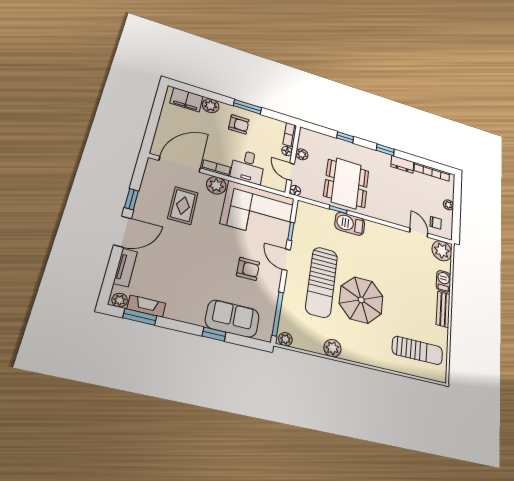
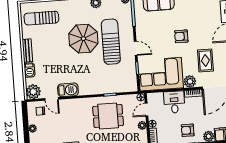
door: (291, 172) -> (147, 110), swing flipped
dining table: (346, 183) -> (108, 116), width x0.73
barbecue: (350, 224) -> (68, 90), moved
armchair: (248, 269) -> (181, 36), moved

